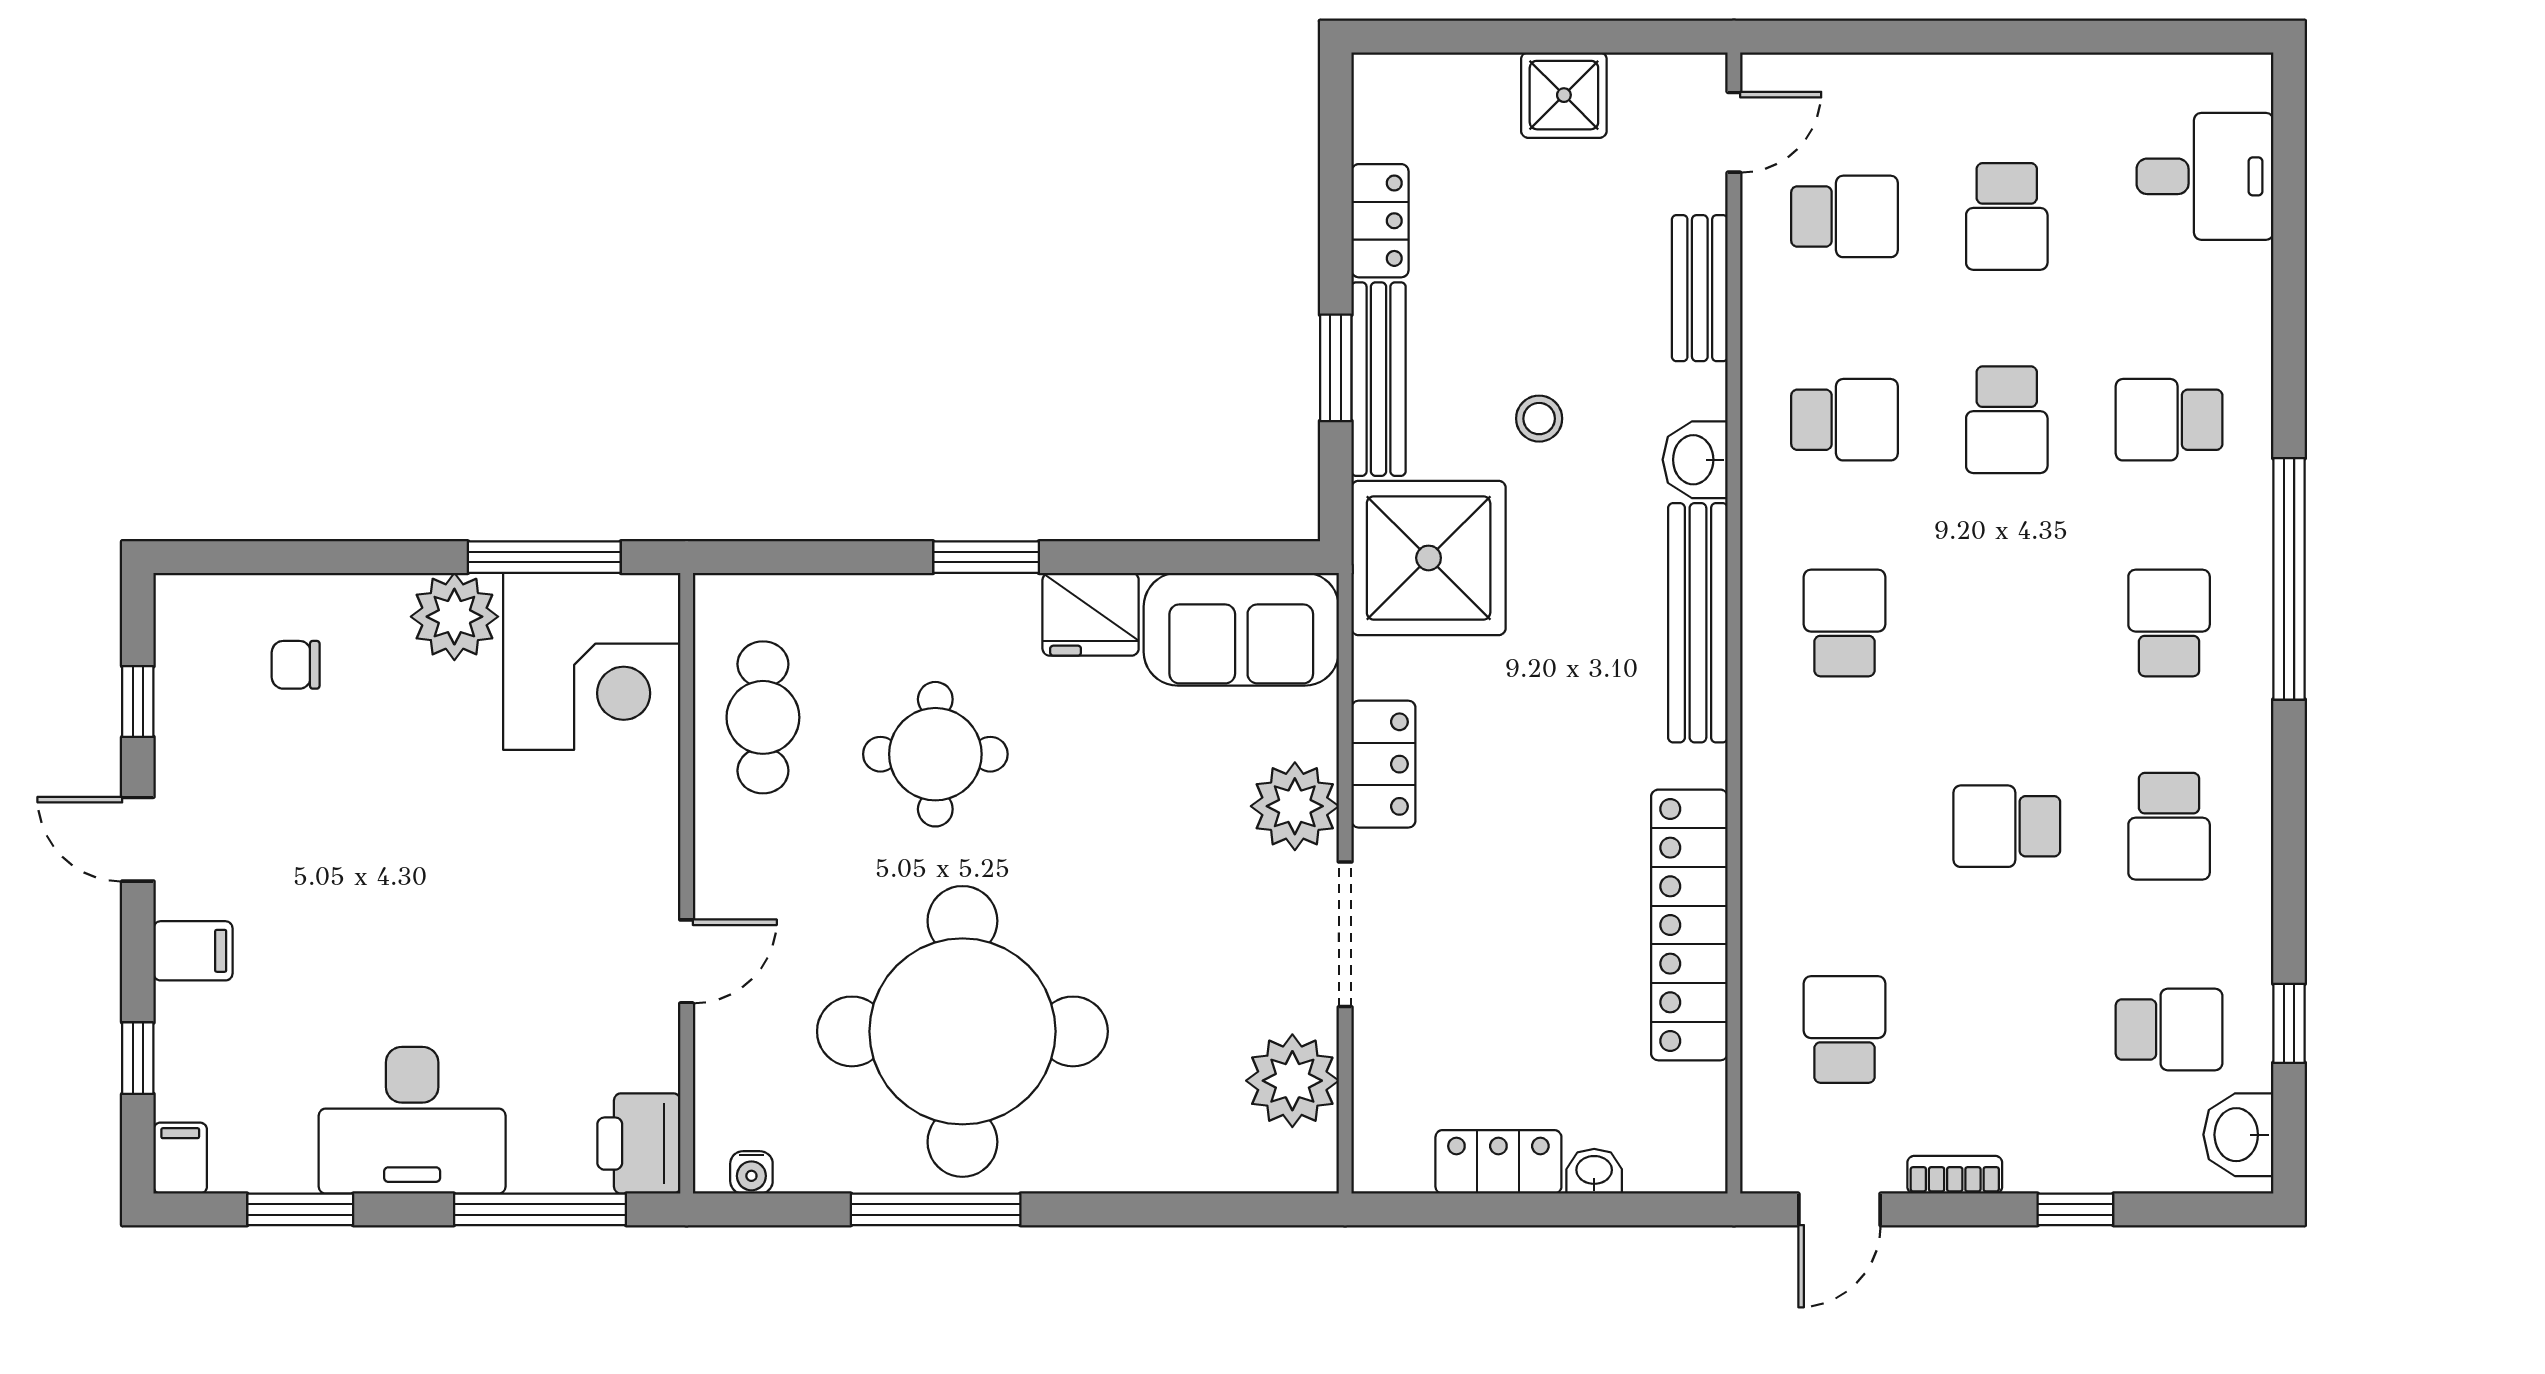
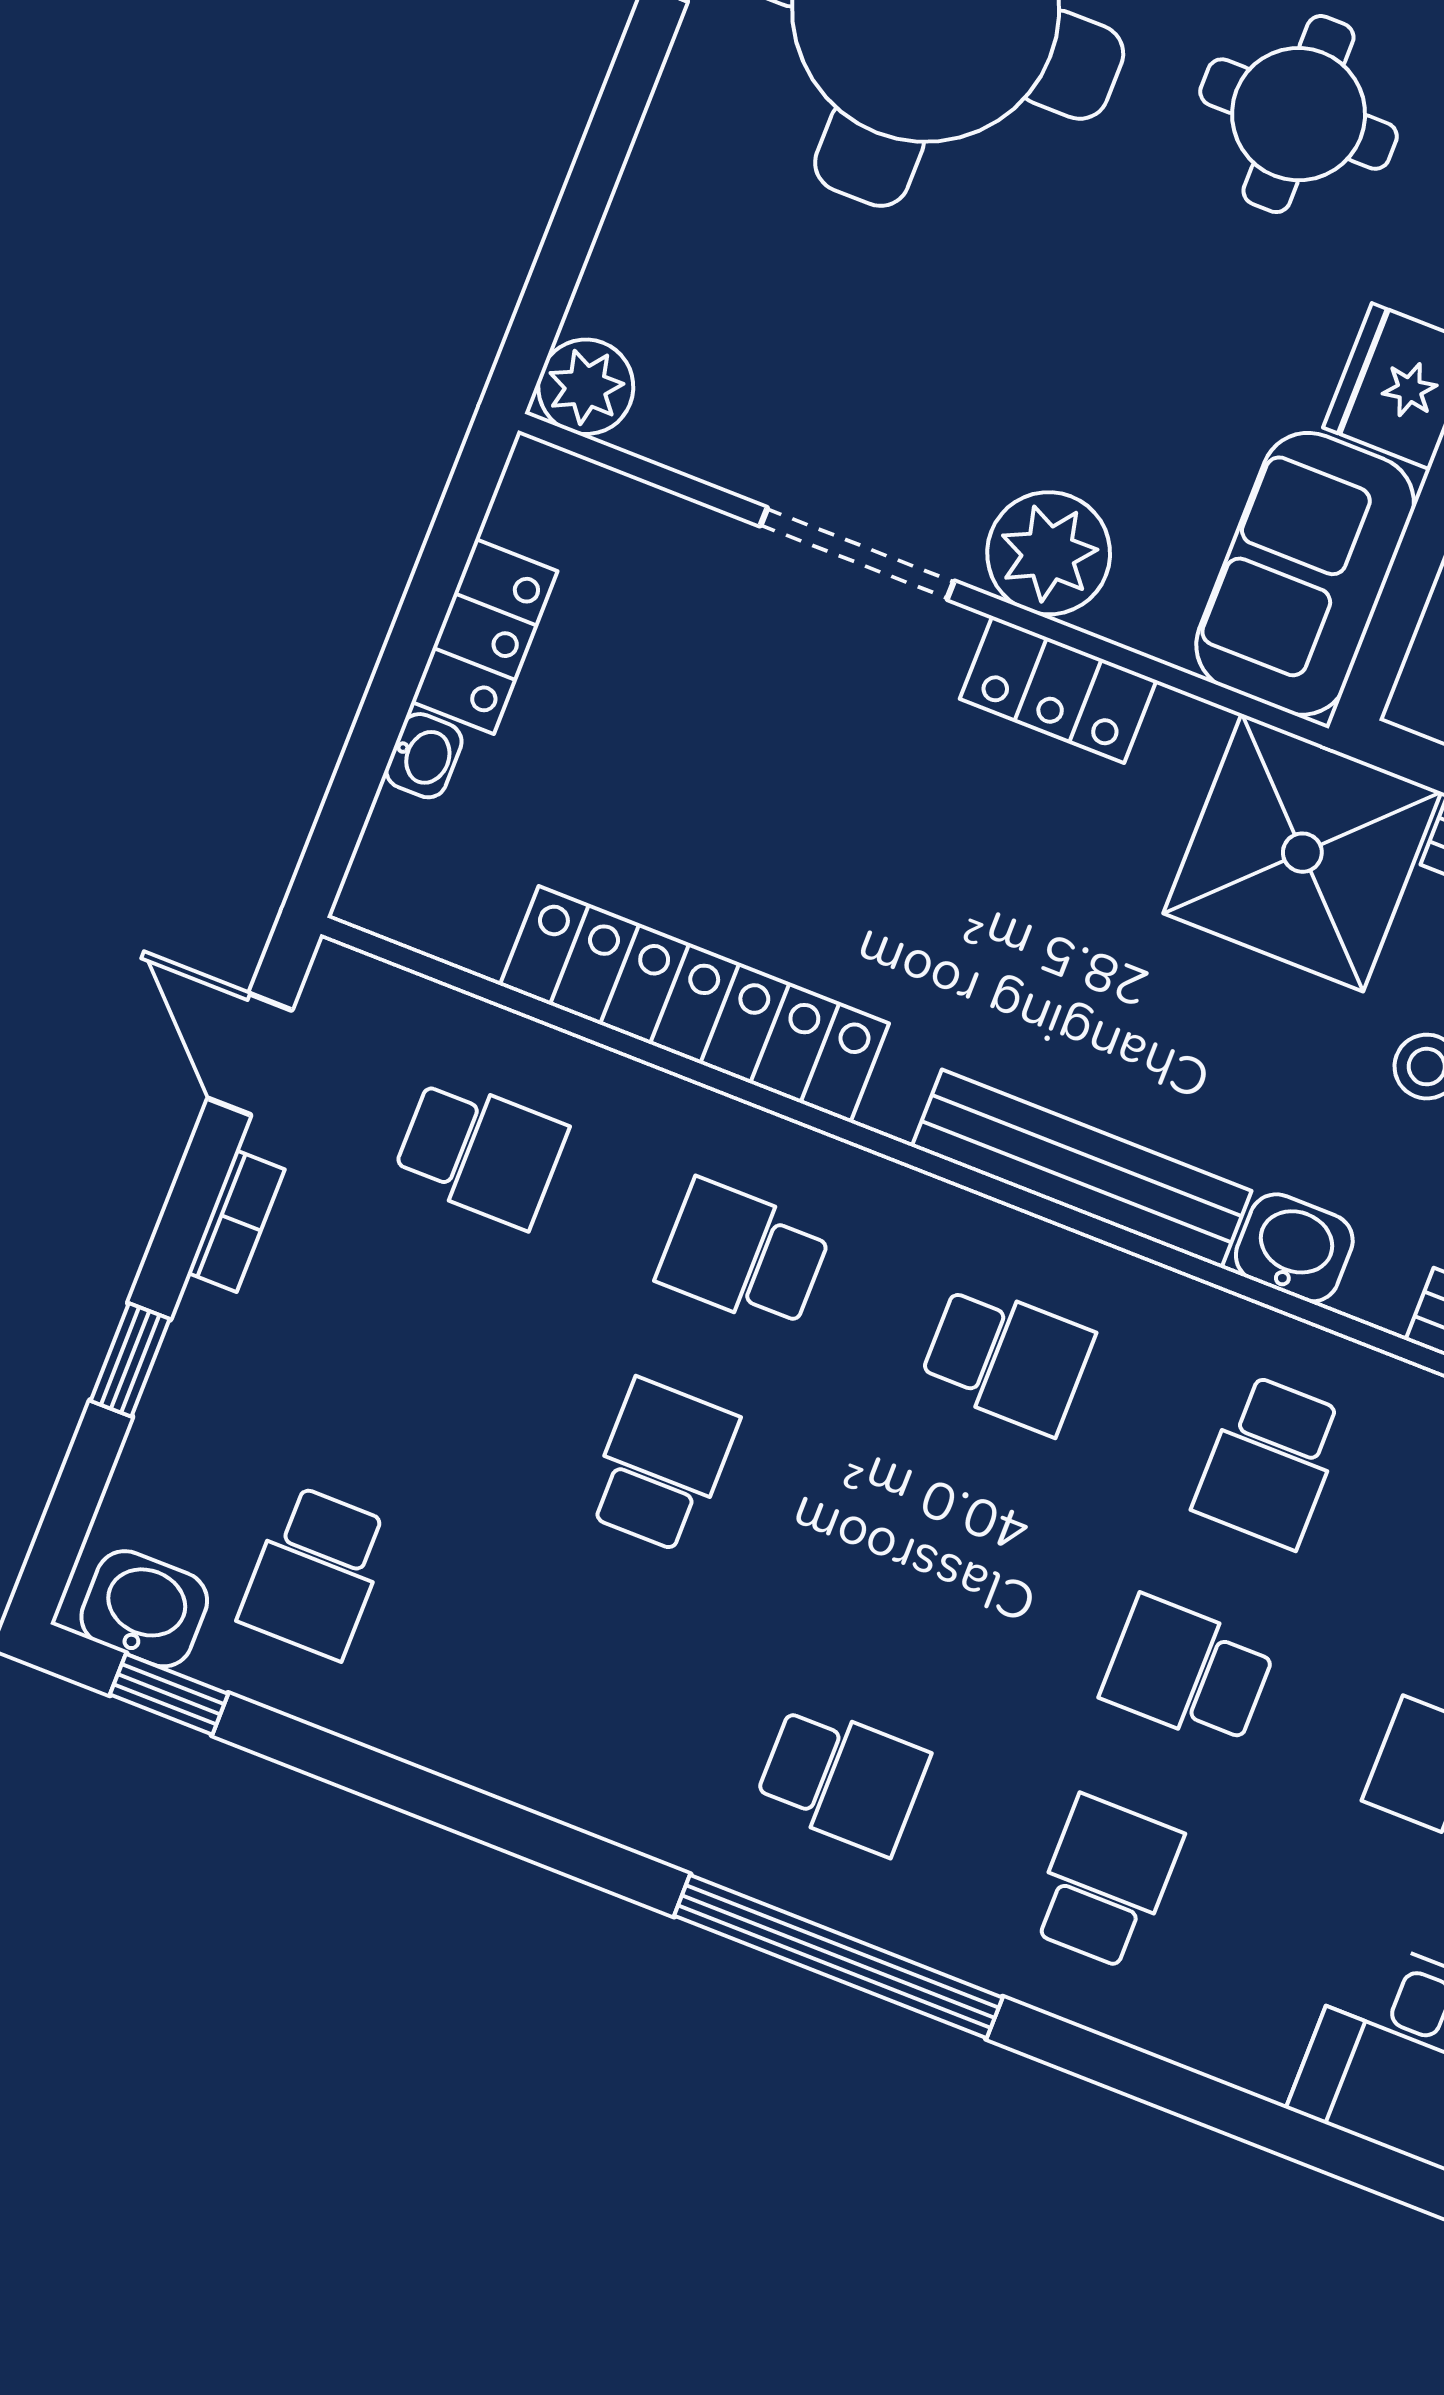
school desk: (2169, 826) -> (744, 1255), moved
window: (2289, 1023) -> (169, 1694), moved
plant: (1292, 1081) -> (586, 387), moved, width x0.73, depth x0.73

